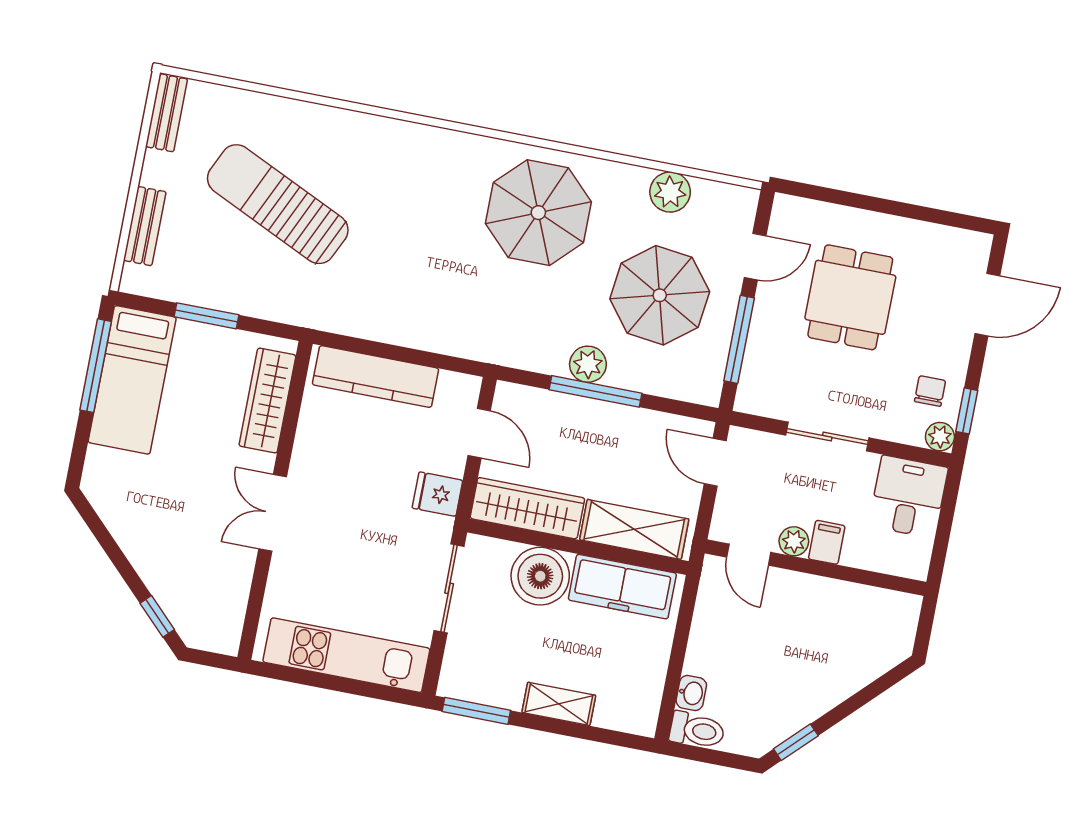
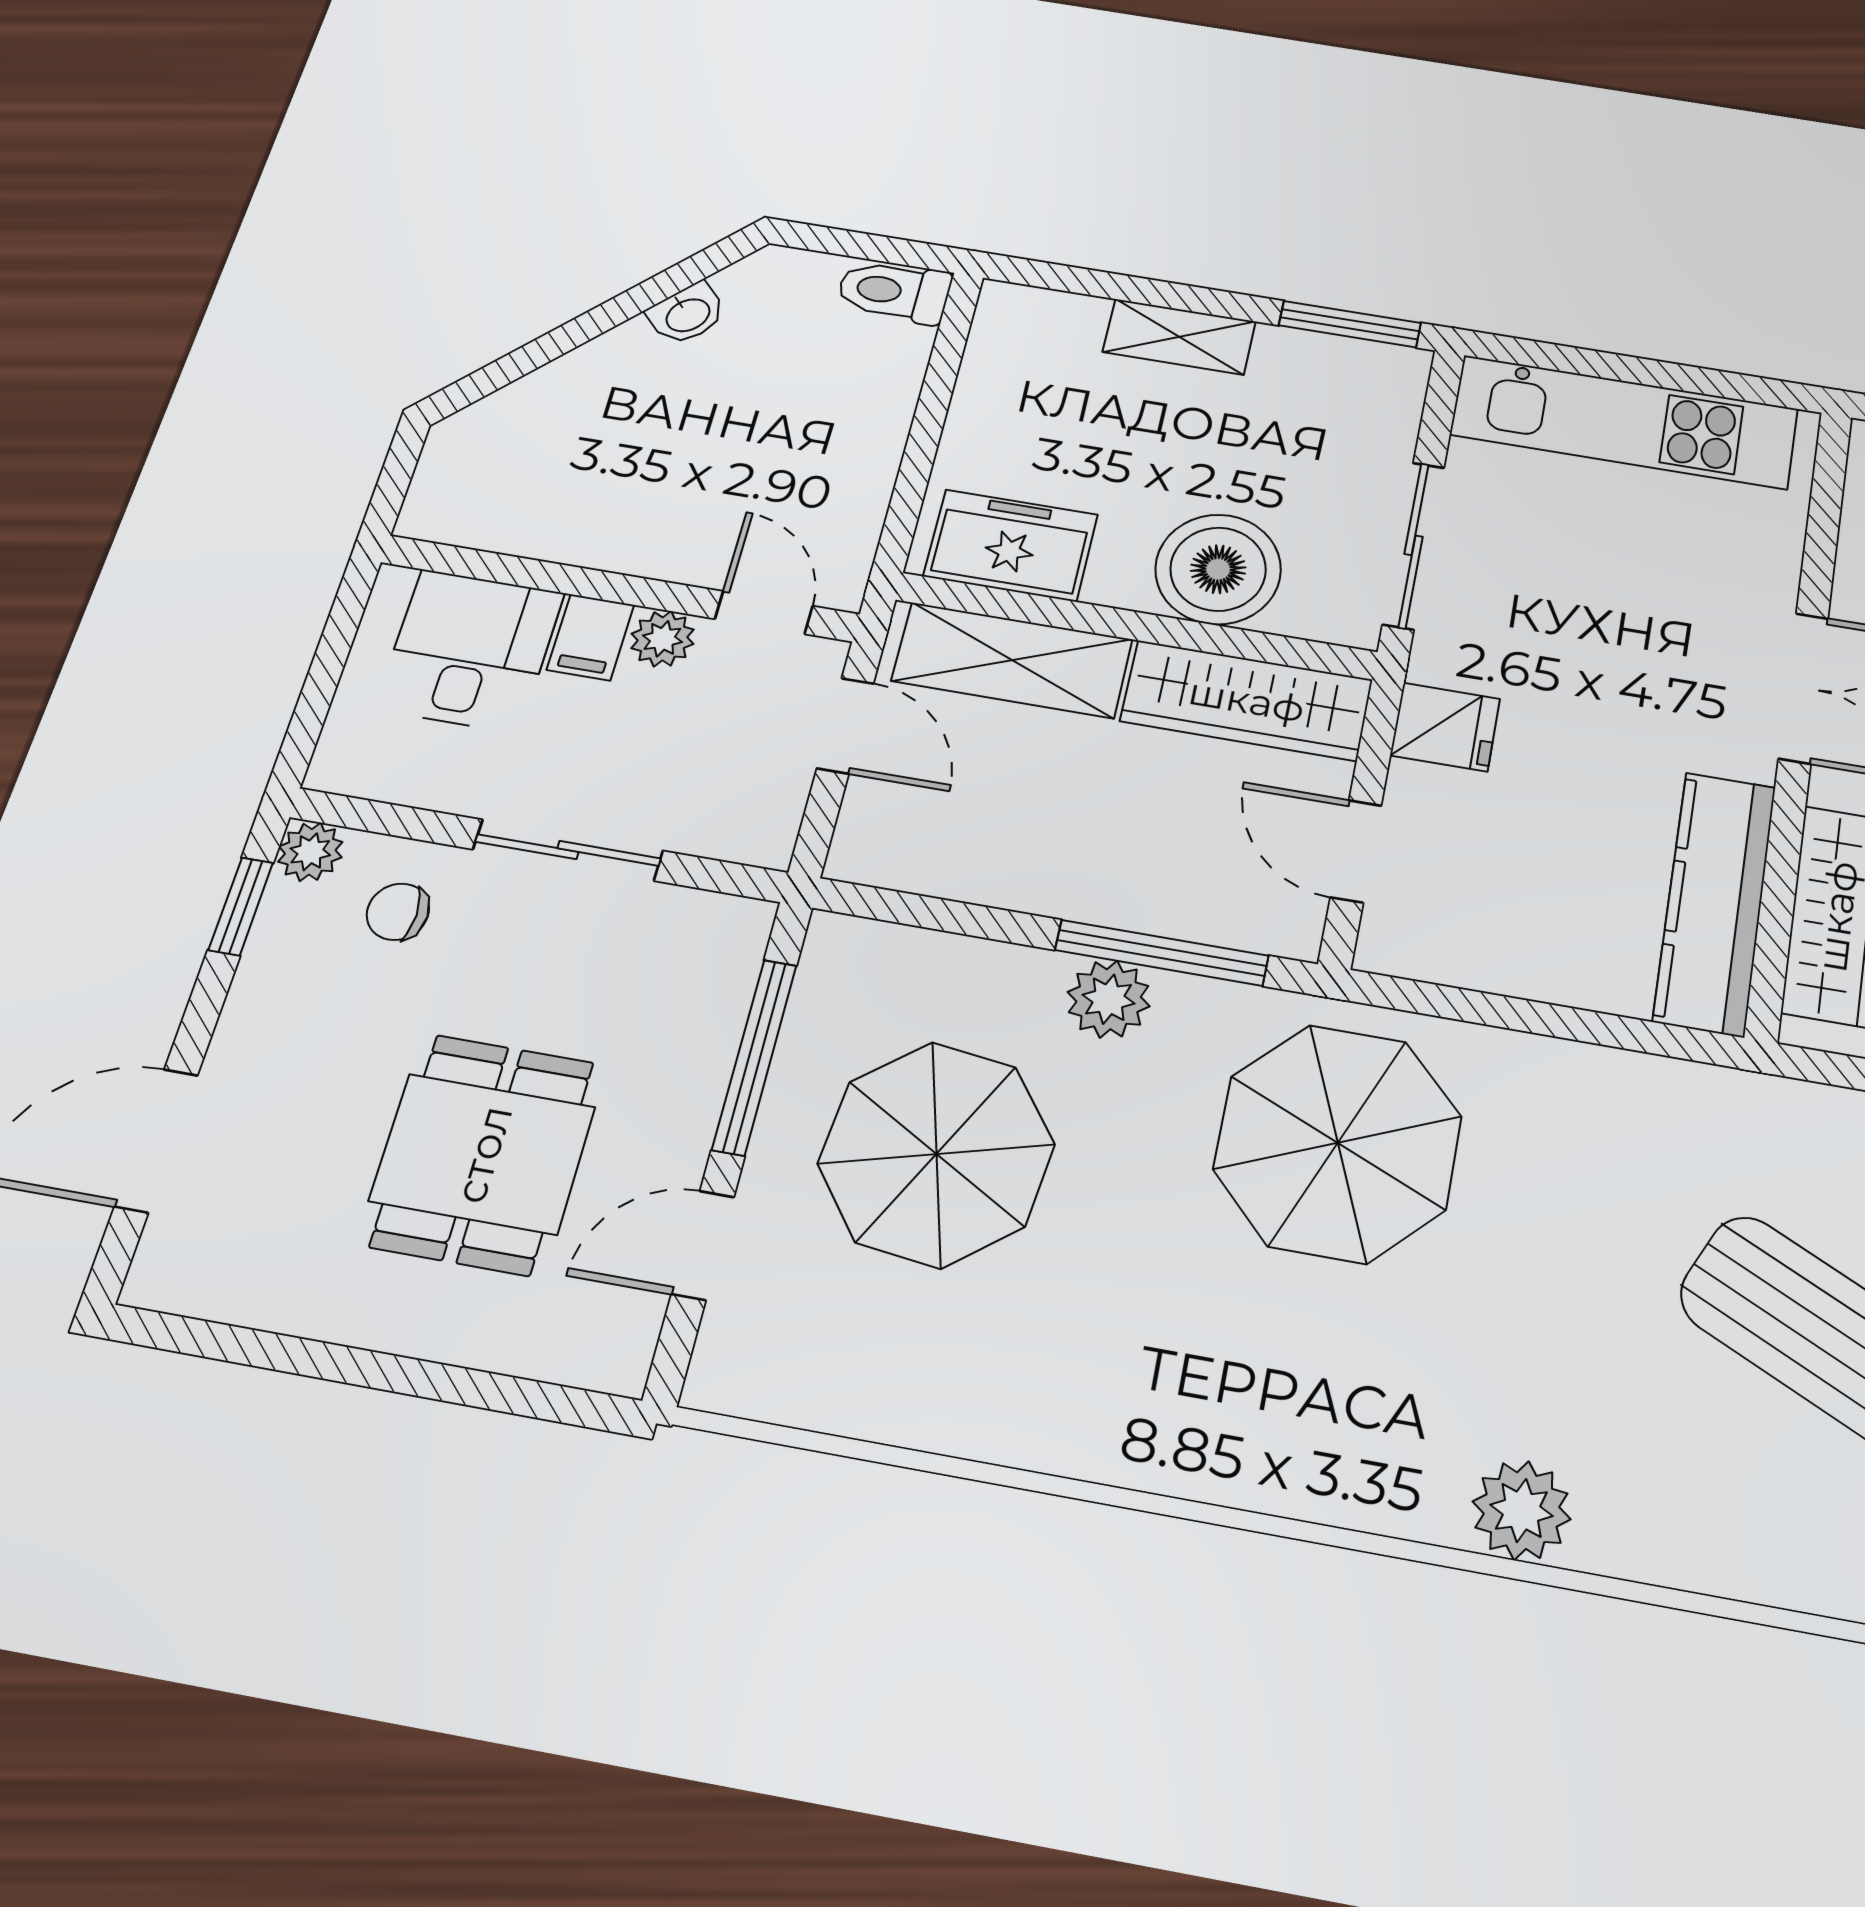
plant: (670, 192) -> (1521, 1510), moved
parasol: (538, 213) -> (1338, 1143), moved
kitchen counter: (376, 377) -> (1715, 903), moved, turned -90
window: (595, 391) -> (1162, 953), moved
chair: (930, 391) -> (398, 912), moved, turned 90
door: (715, 462) -> (845, 726), moved
desk: (908, 497) -> (470, 650), moved, turned 180
freezer: (622, 587) -> (1011, 545), width x0.71
washbasin: (691, 693) -> (687, 314), moved, turned -135
window: (796, 742) -> (691, 271), removed

